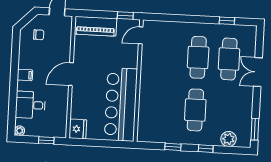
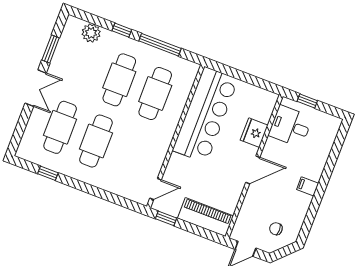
double door: (258, 72) -> (36, 88), moved
desk: (30, 105) -> (290, 126), moved, turned 180
cafe table: (165, 108) -> (155, 94), added
fridge: (78, 129) -> (254, 133), moved
window: (255, 129) -> (51, 49), moved
plant: (20, 131) -> (335, 123), removed
window: (173, 147) -> (160, 45), width x2.17

